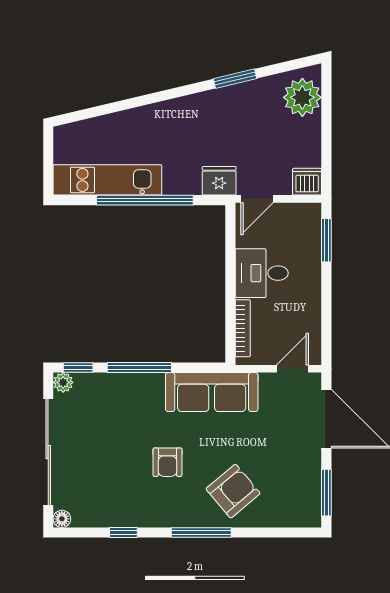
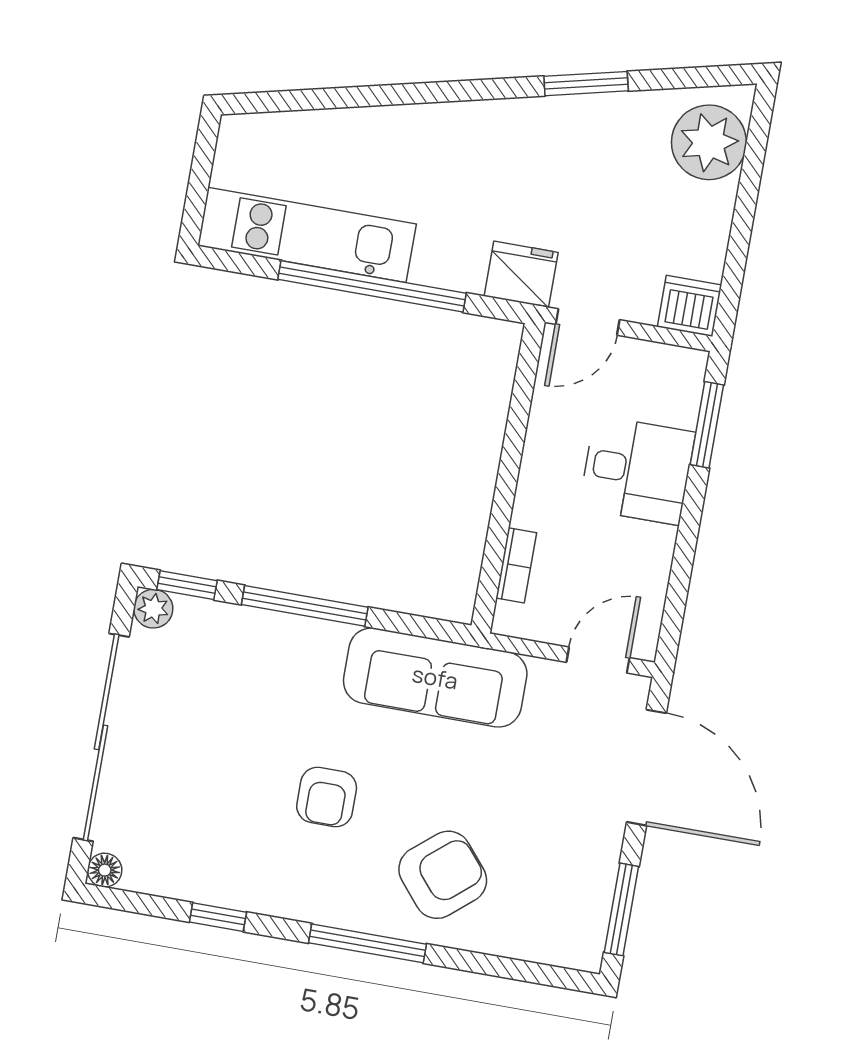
desk: (262, 273) -> (637, 470), moved, turned 180
bookcase: (243, 328) -> (516, 565), width x0.64

